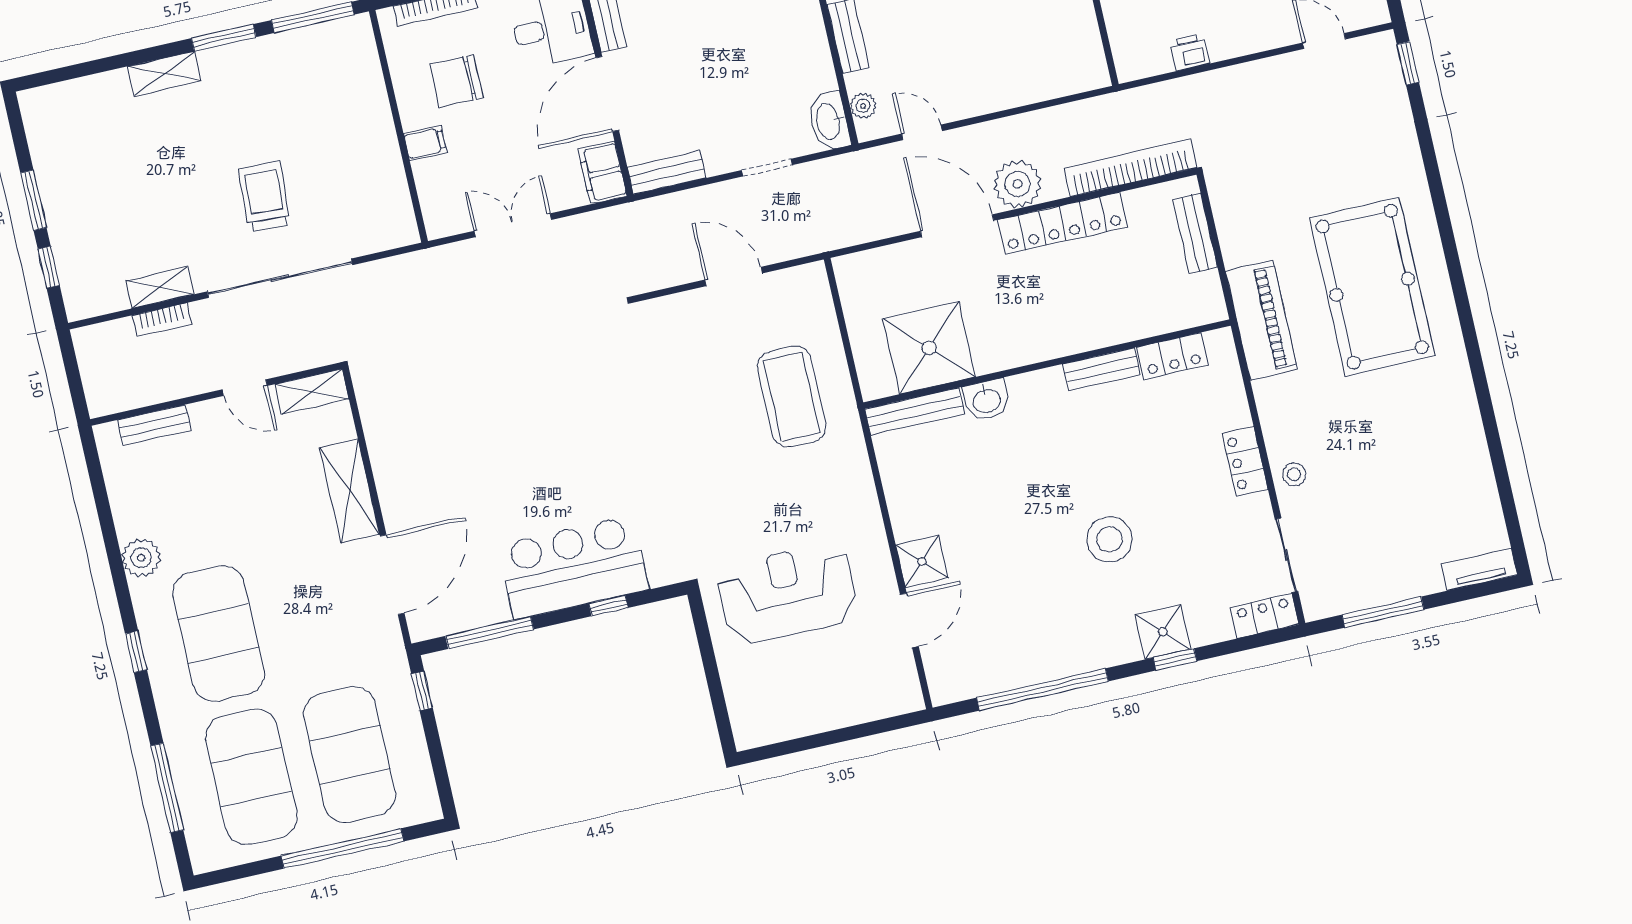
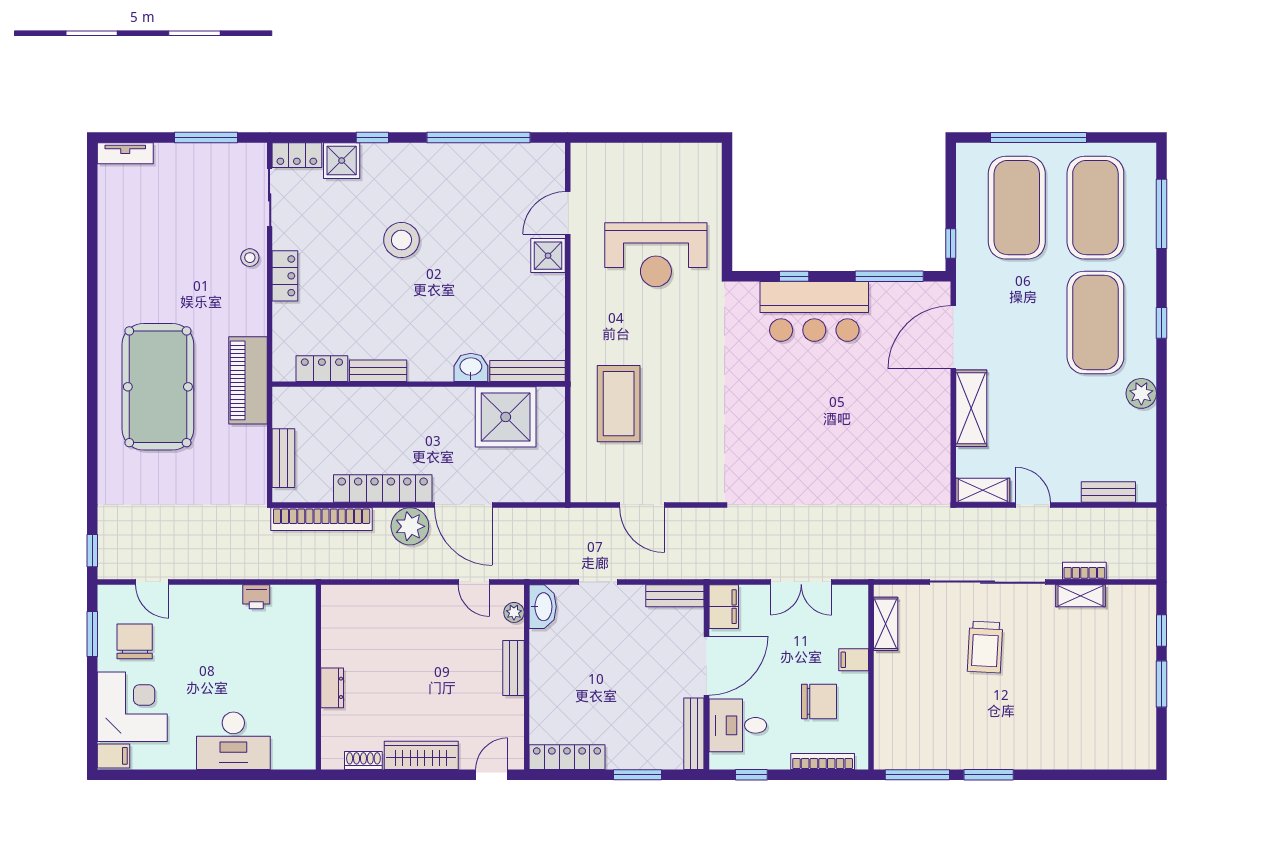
shelving: (164, 74) -> (886, 624), moved, turned 90
shower: (1163, 632) -> (342, 161), moved

